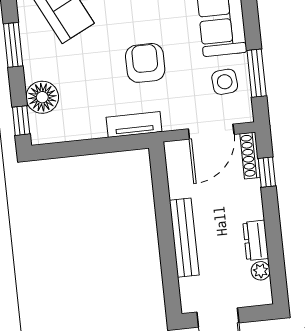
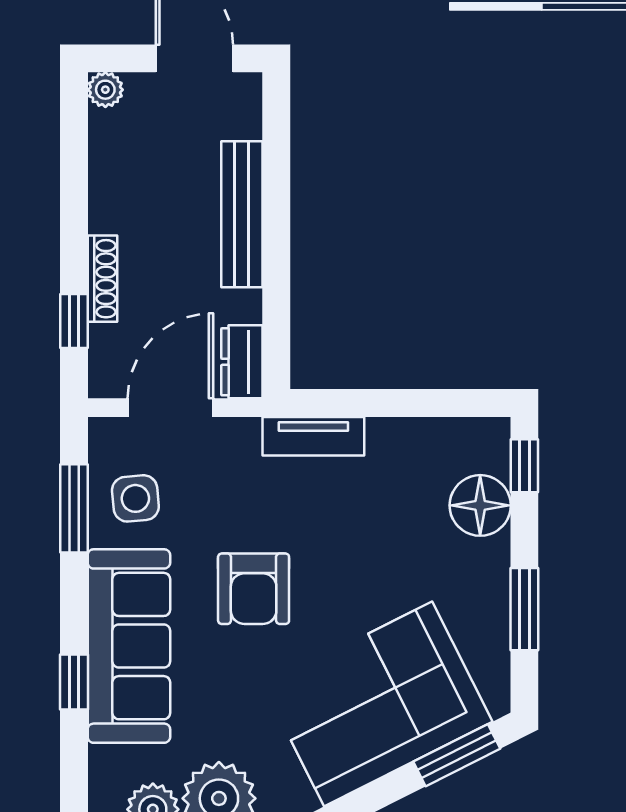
armchair: (145, 63) -> (254, 589), moved
shoe rack: (250, 156) -> (102, 279), moved
dresser: (256, 240) -> (242, 362), moved, turned 180
plant: (261, 271) -> (105, 90), moved

